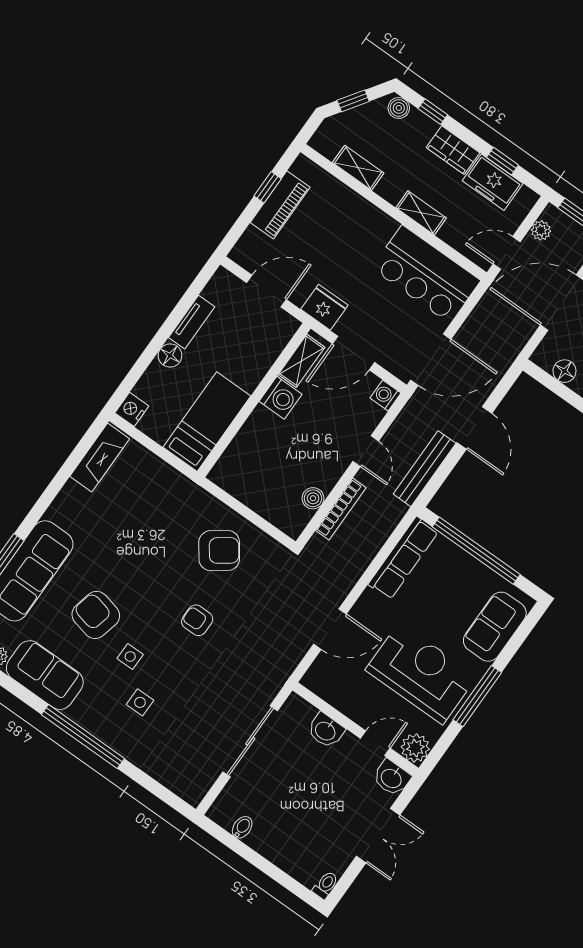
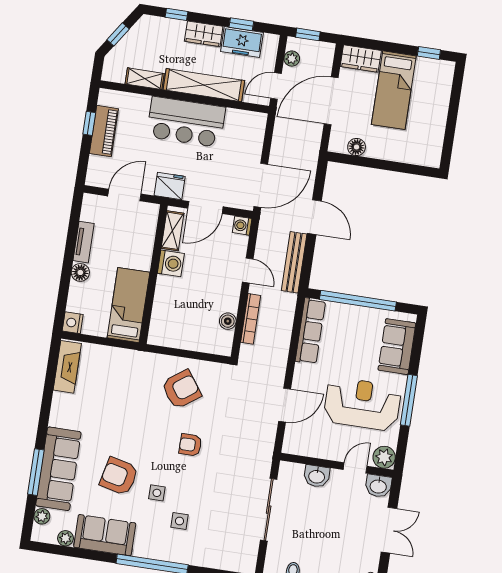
boiler: (399, 108) -> (152, 24), removed
shelving: (421, 213) -> (204, 85), width x2.20, depth x1.33
bar counter: (426, 274) -> (186, 122), moved

